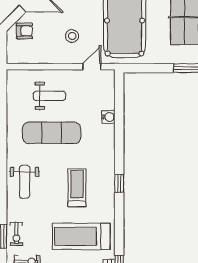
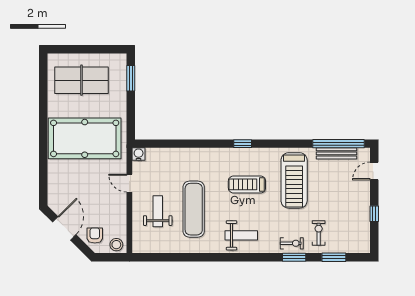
stool: (72, 36) -> (116, 245), moved
door: (92, 67) -> (129, 183), moved
water cooler: (108, 117) -> (139, 154), moved

